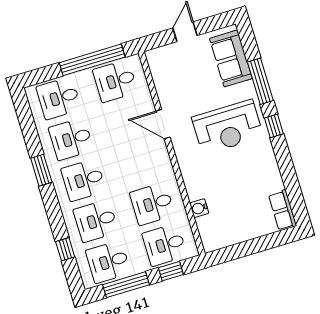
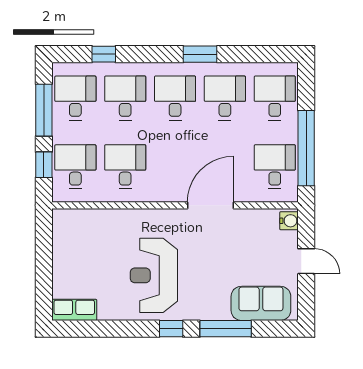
door: (163, 124) -> (211, 205), width x1.36
reception desk: (228, 127) -> (154, 275), moved
water cooler: (199, 208) -> (289, 221), moved, turned 90

